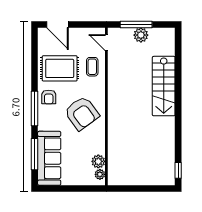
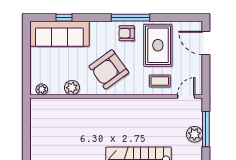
door: (58, 25) -> (206, 43), hinge flipped
window: (35, 109) -> (130, 18), moved
window: (35, 154) -> (64, 18), width x0.46
plant: (98, 161) -> (72, 88), moved

